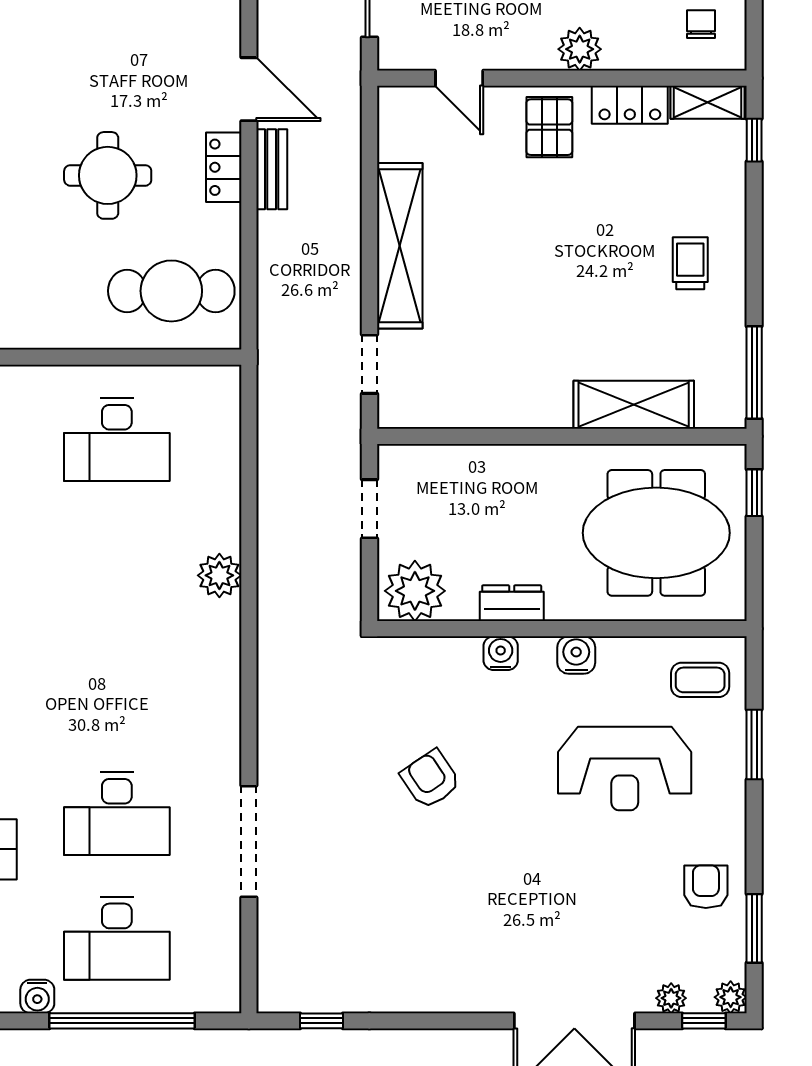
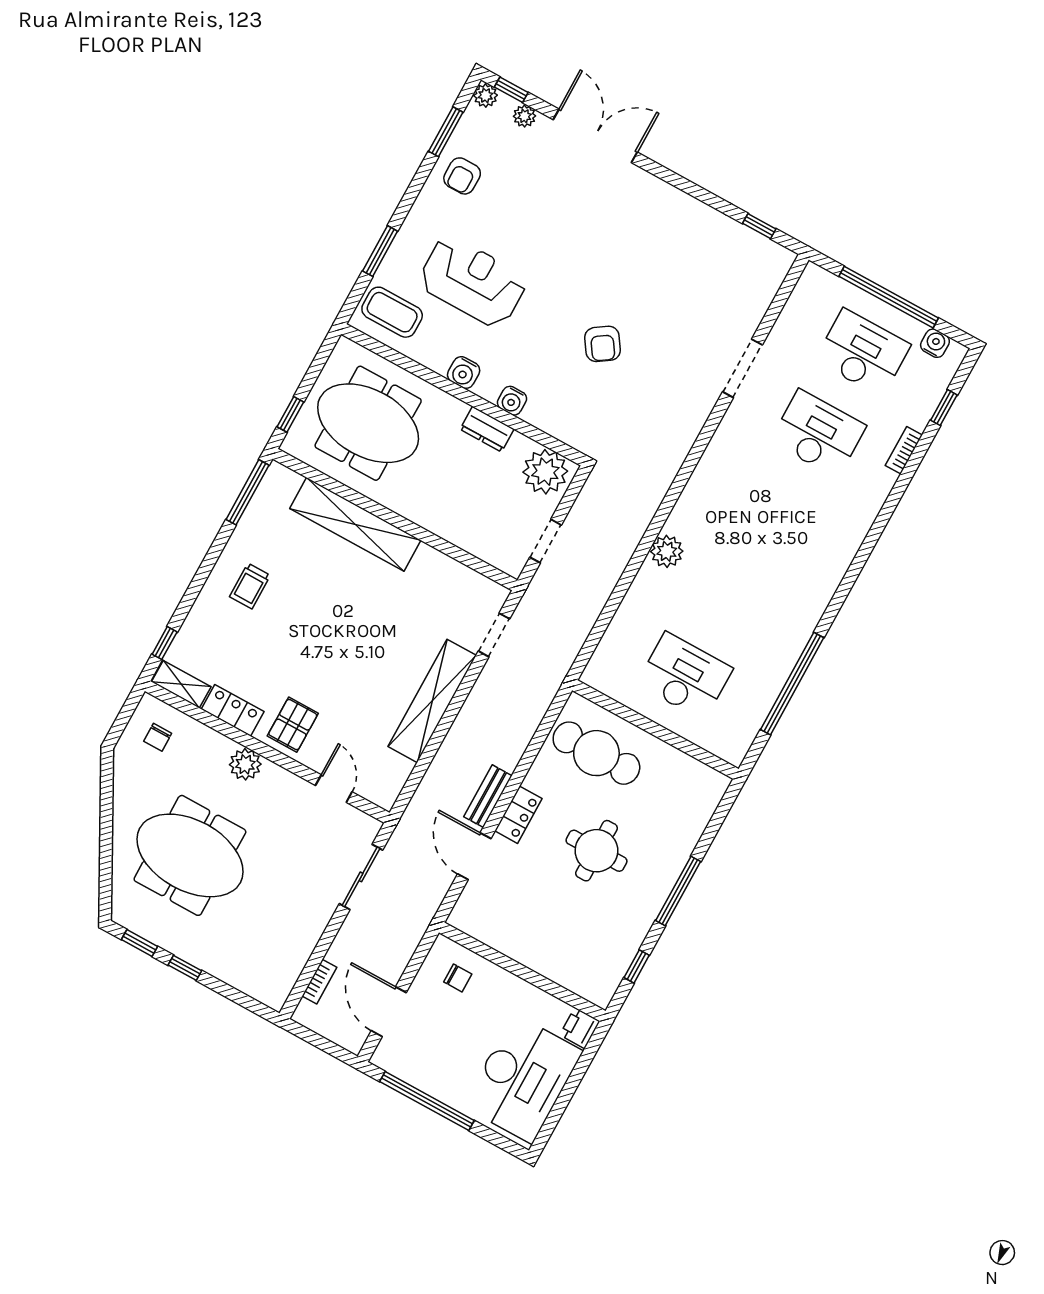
shelving: (634, 405) -> (355, 524), width x1.47
coffee table: (700, 680) -> (392, 312), width x1.36, depth x1.30
doorway: (249, 841) -> (742, 368), width x0.73

